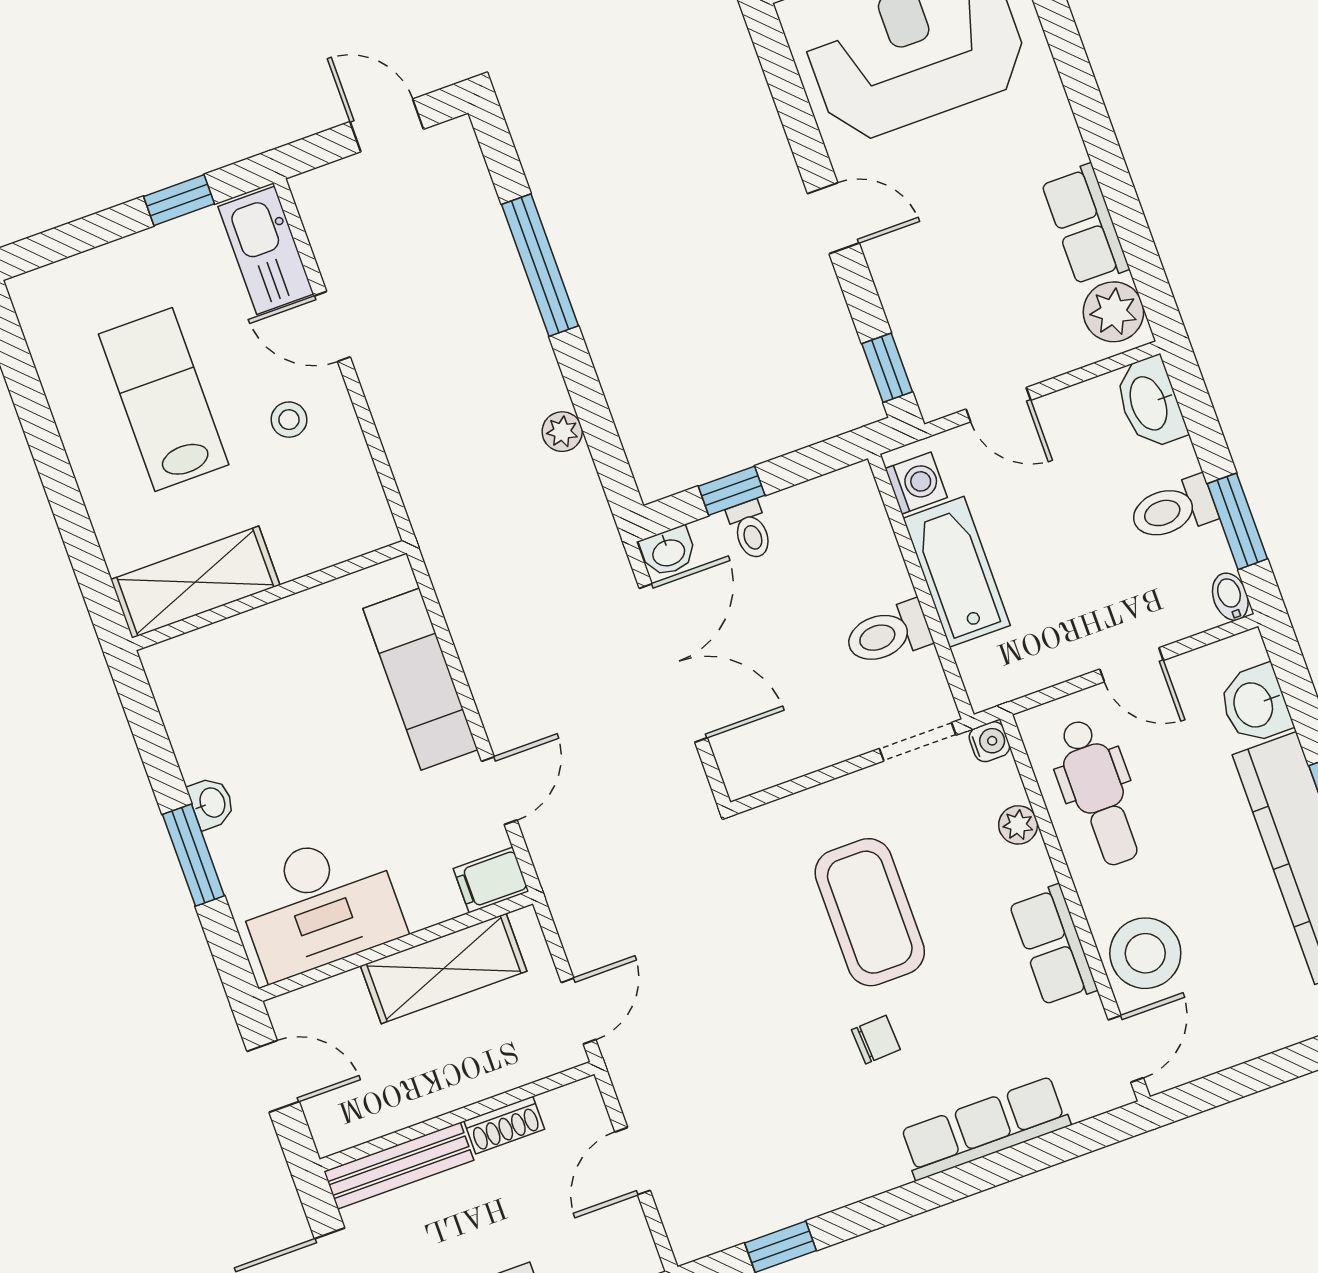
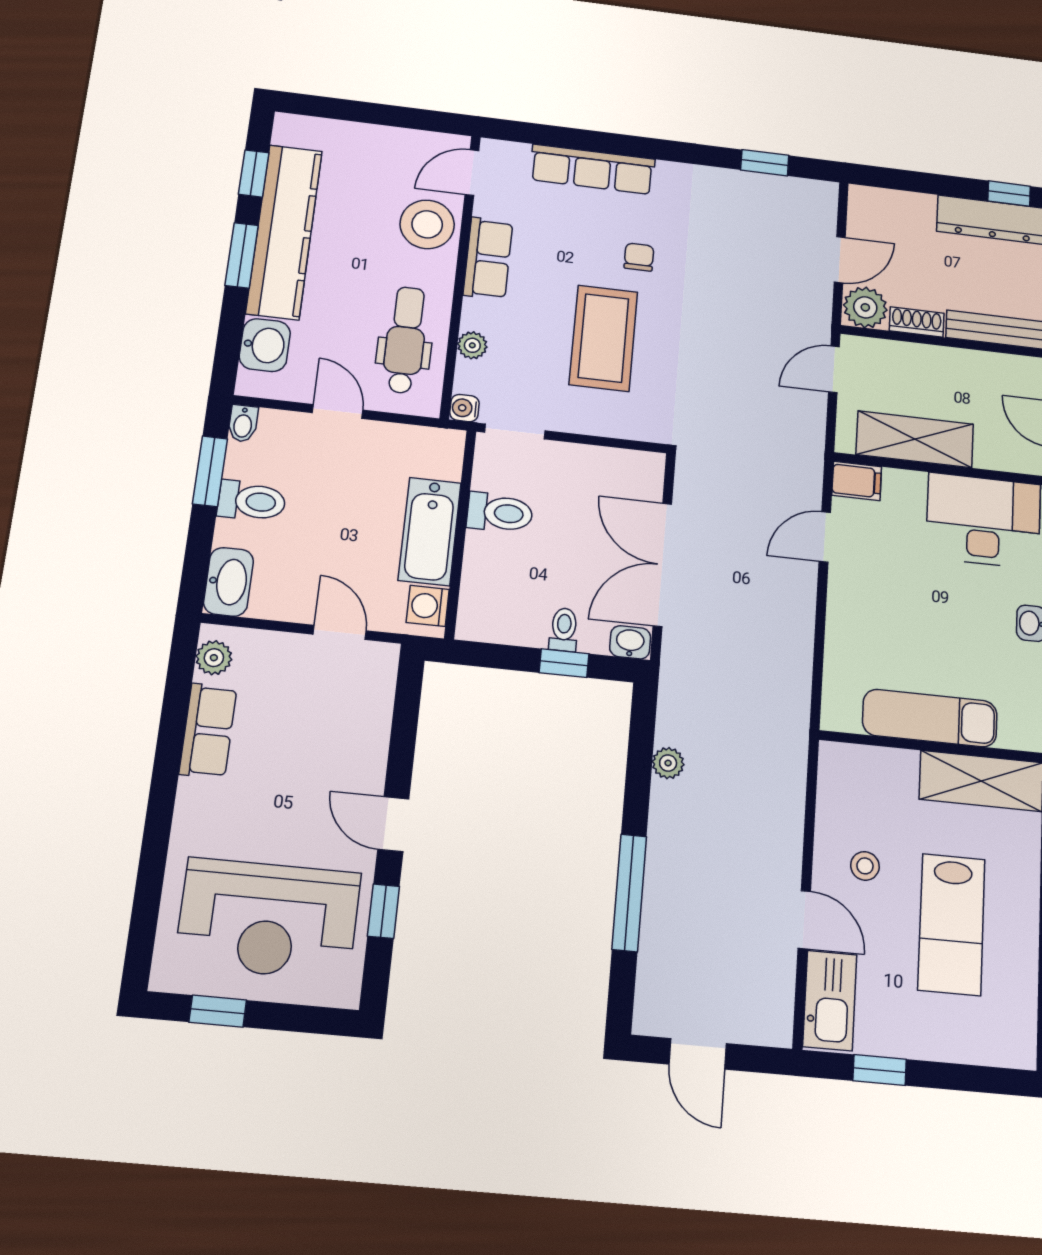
plant: (1113, 312) -> (214, 658), width x0.73, depth x0.73
window: (887, 368) -> (384, 911), moved
exam couch: (420, 679) -> (930, 718), moved, turned -90
chair: (876, 1040) -> (639, 257), turned 93
plant: (575, 1113) -> (865, 307), added

